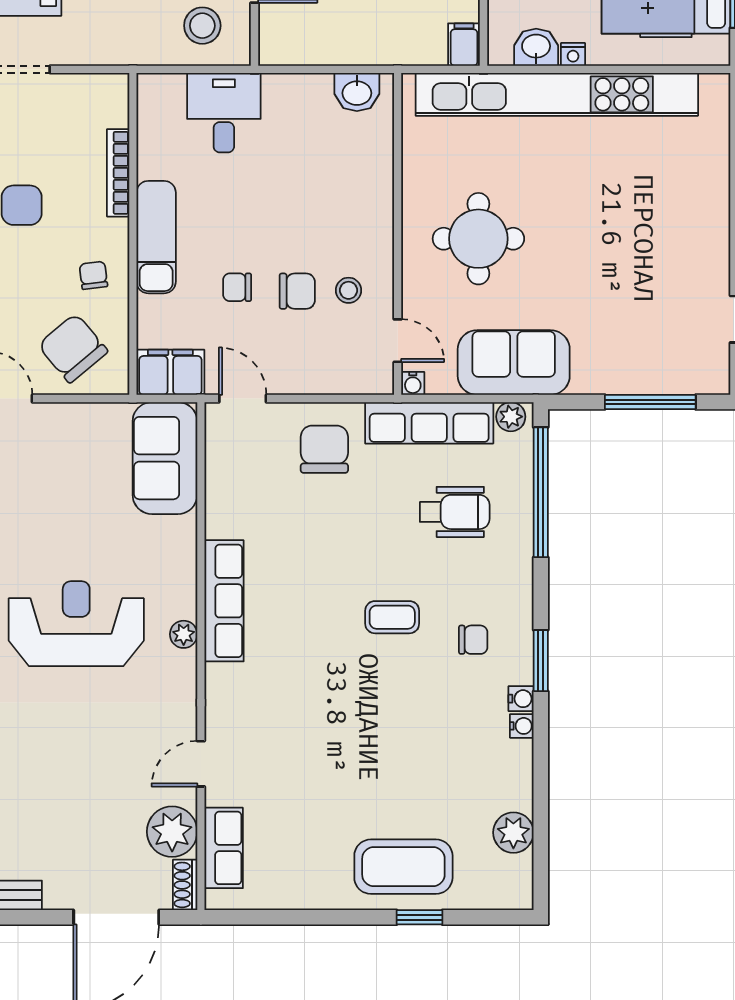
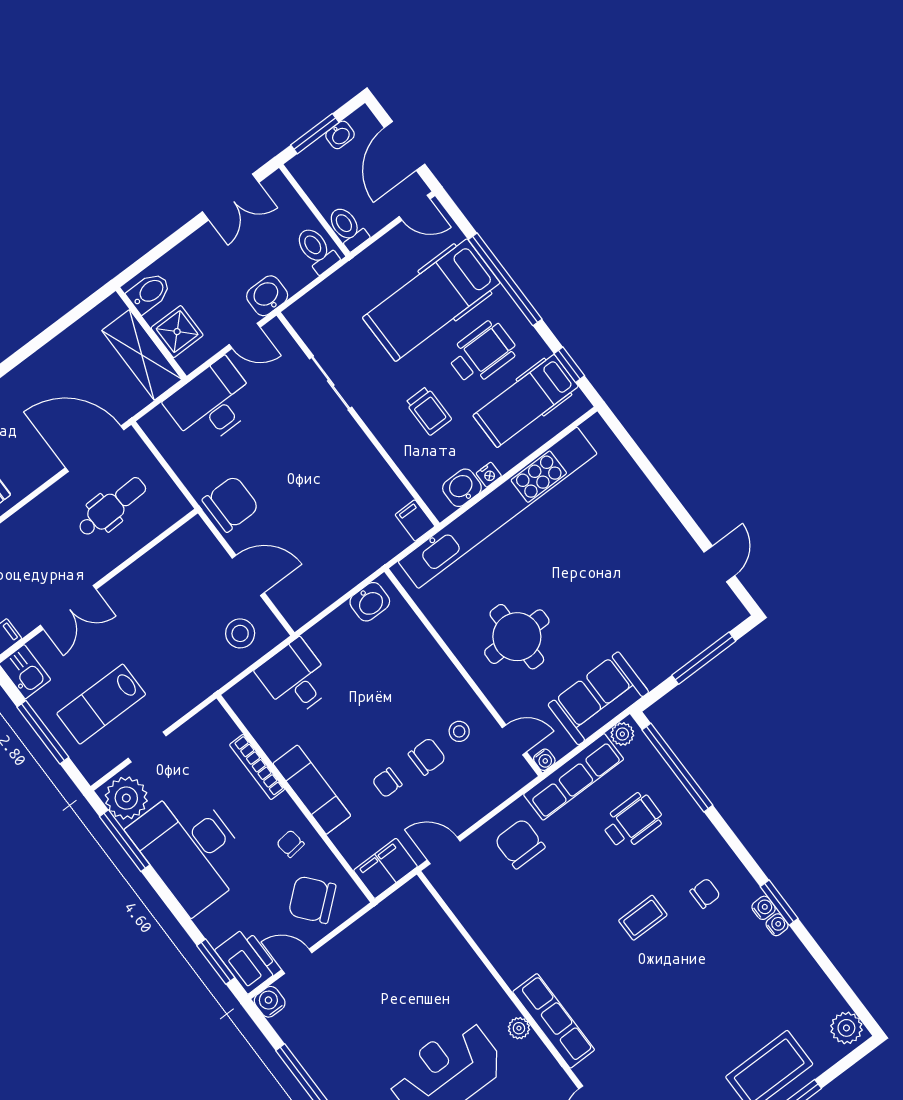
sofa: (165, 458) -> (423, 925), removed
row of seats: (224, 601) -> (554, 1021), moved
window: (541, 661) -> (779, 903), moved
plant: (513, 833) -> (846, 1028), moved

